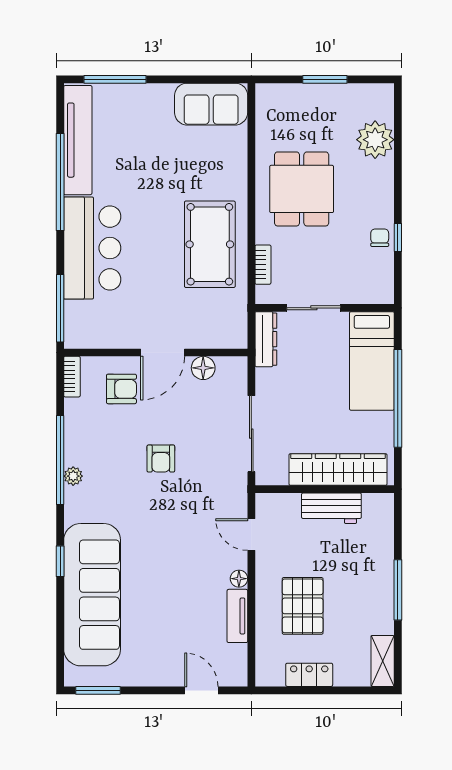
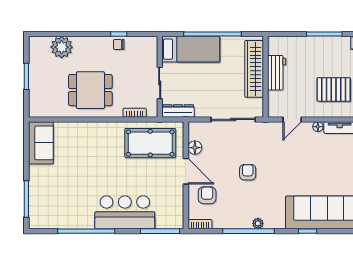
tv unit: (78, 140) -> (62, 221), removed
pool table: (210, 244) -> (150, 143), moved
armchair: (161, 459) -> (248, 172), turned -90

